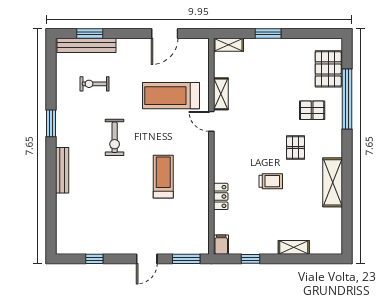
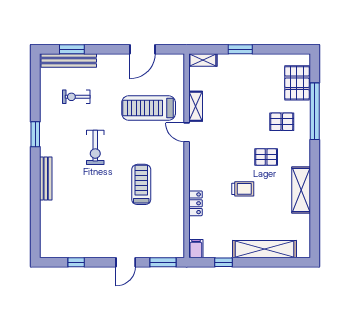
pallet: (295, 147) -> (266, 157), turned 90
shelving: (294, 247) -> (264, 249), width x2.20, depth x1.33

